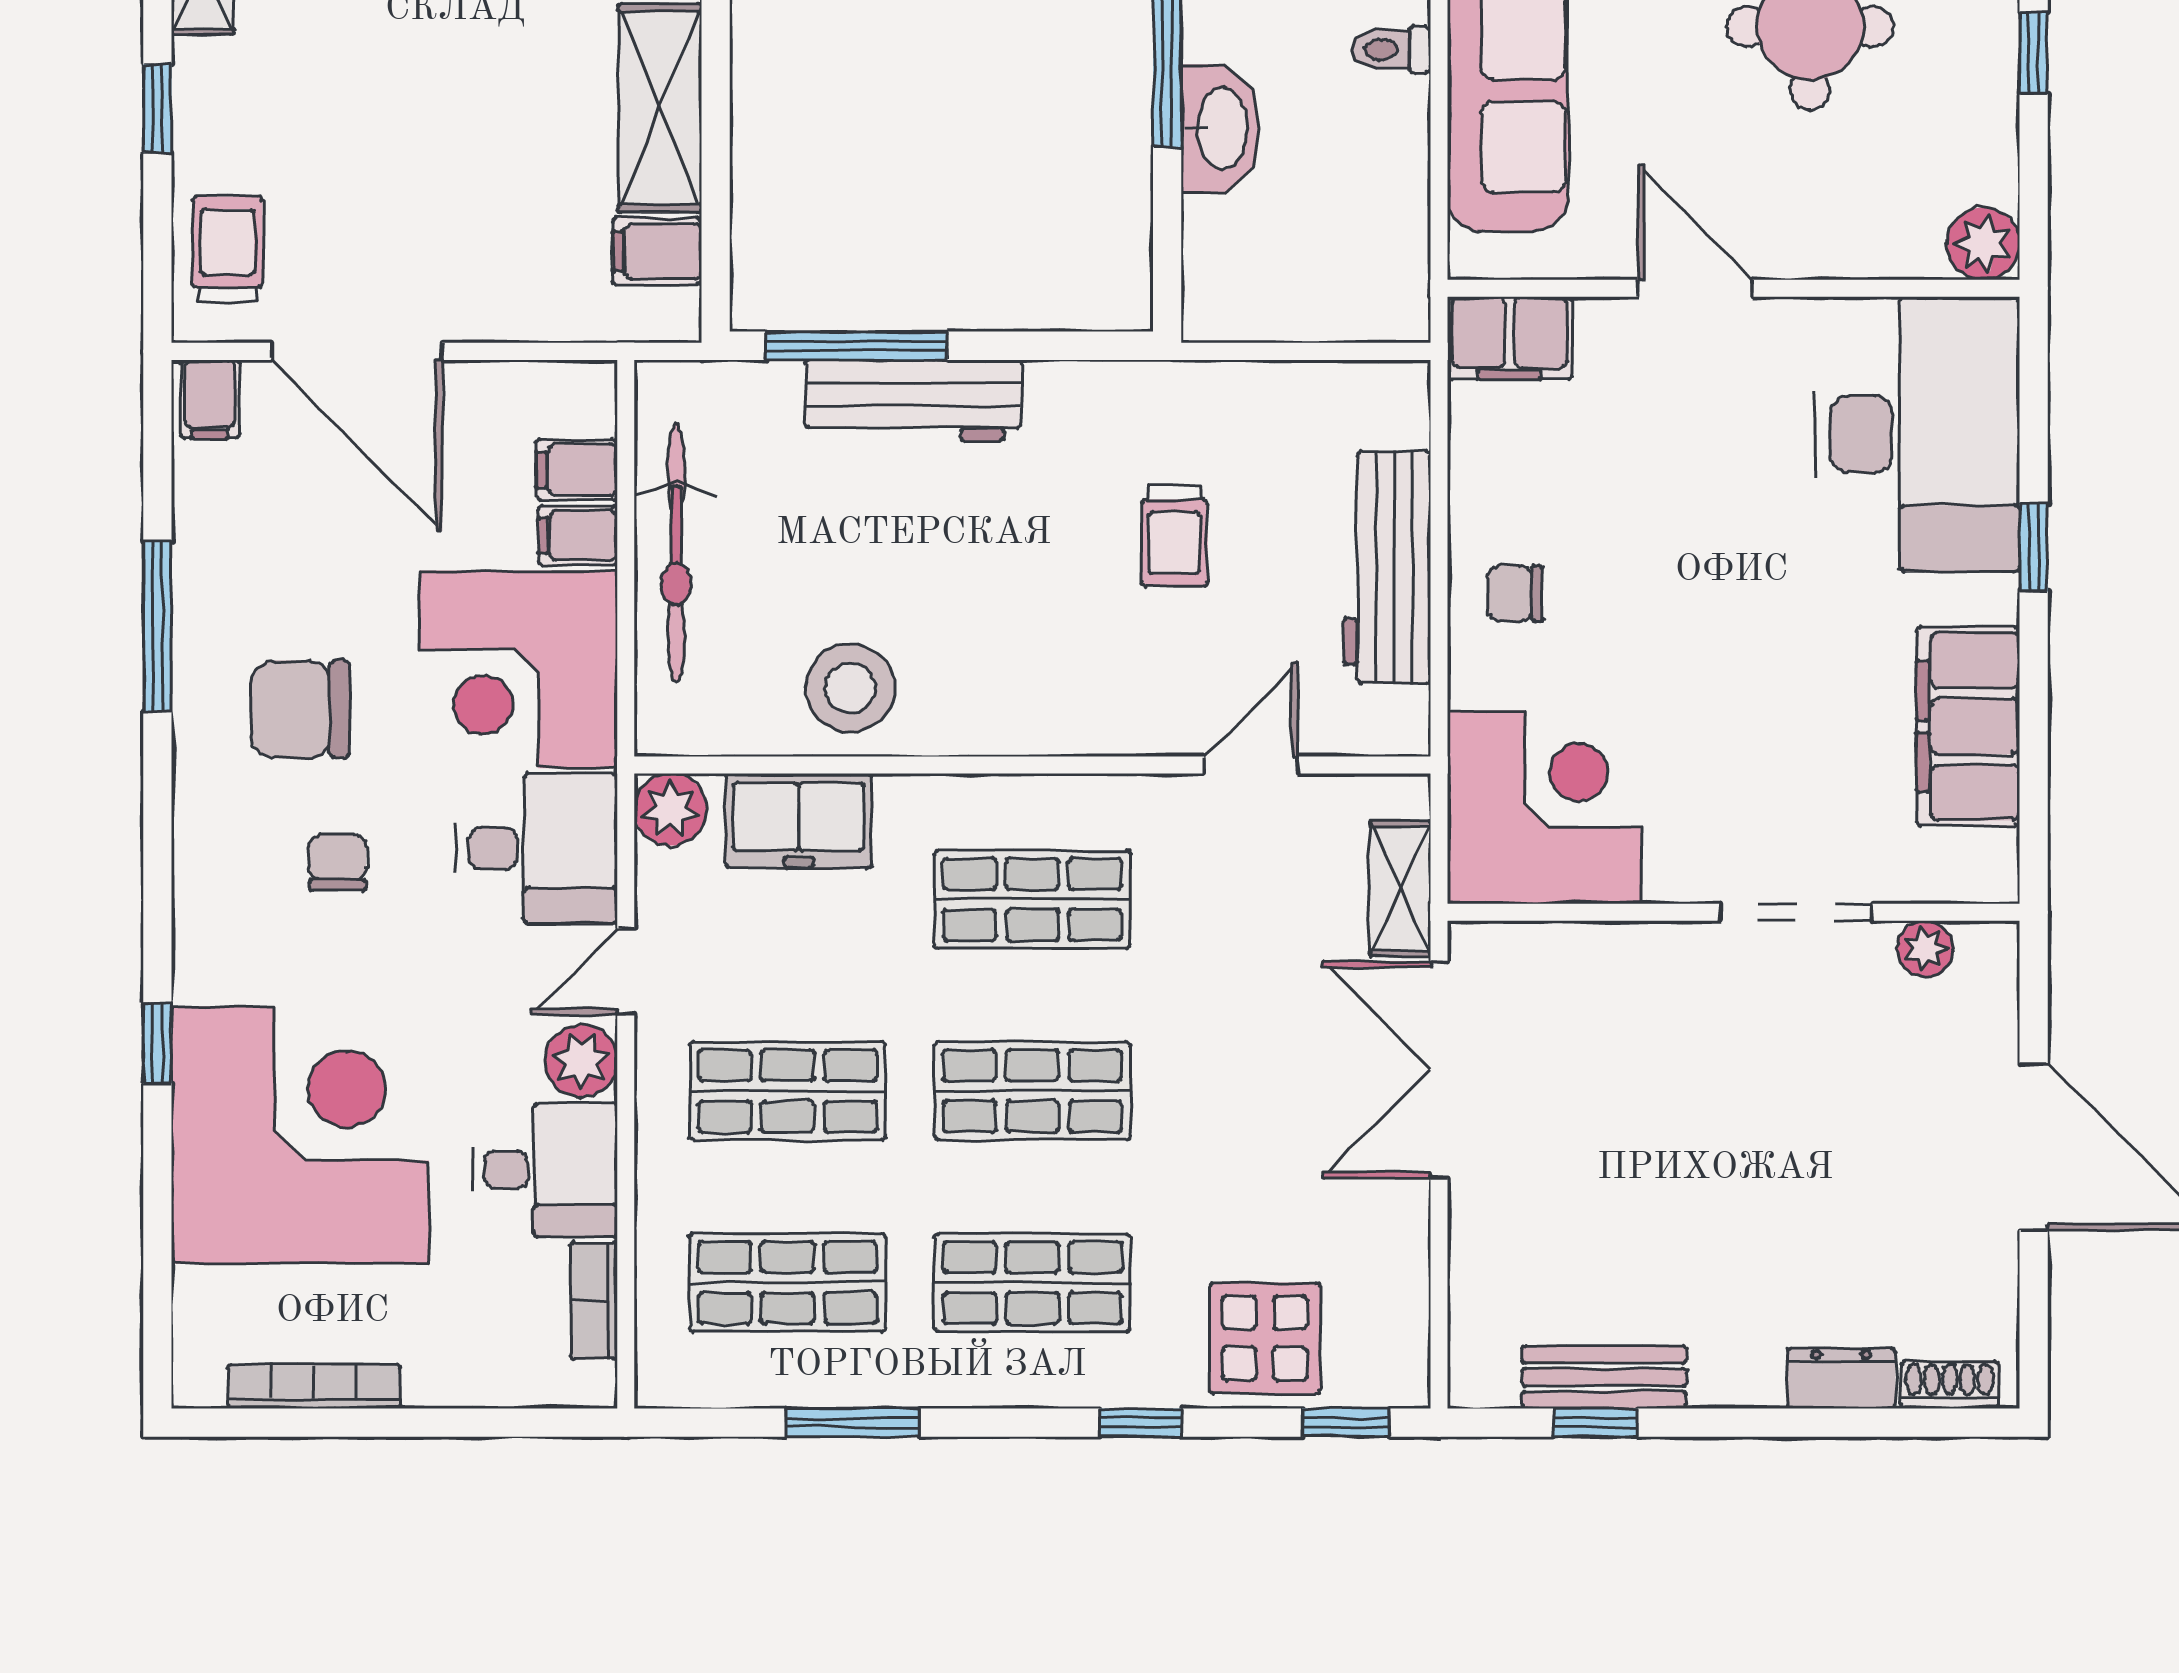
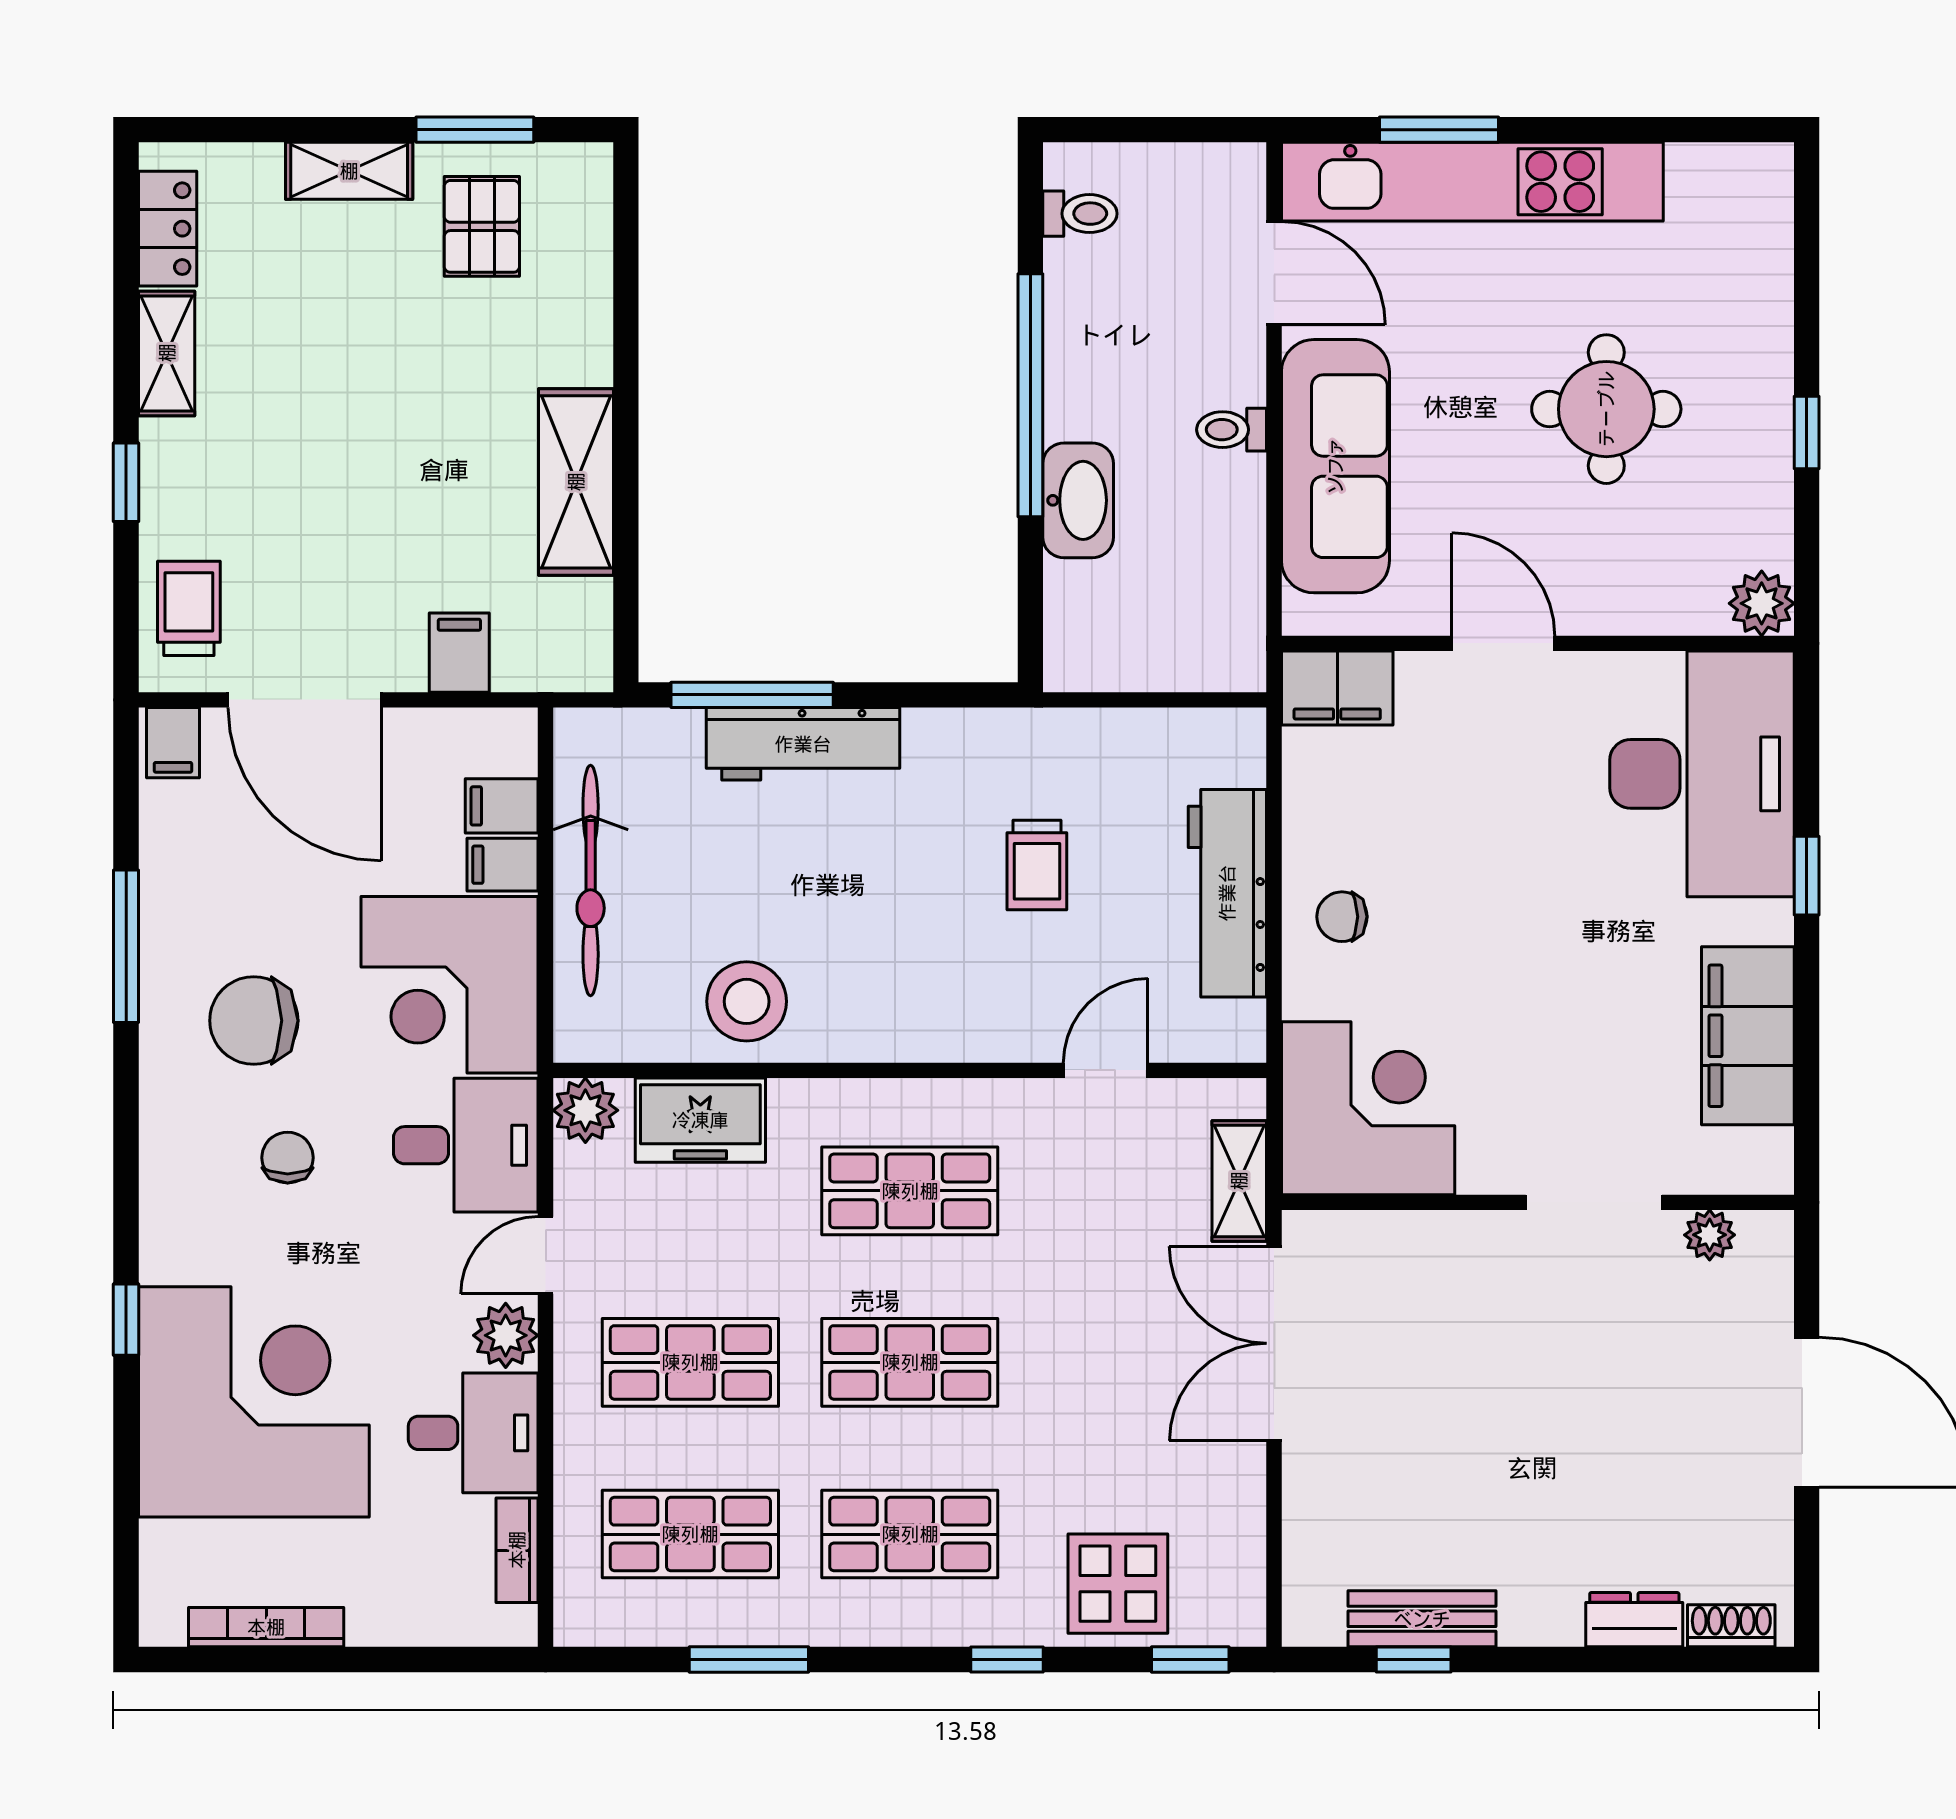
filing cabinet: (657, 251) -> (459, 653), moved, turned 90

